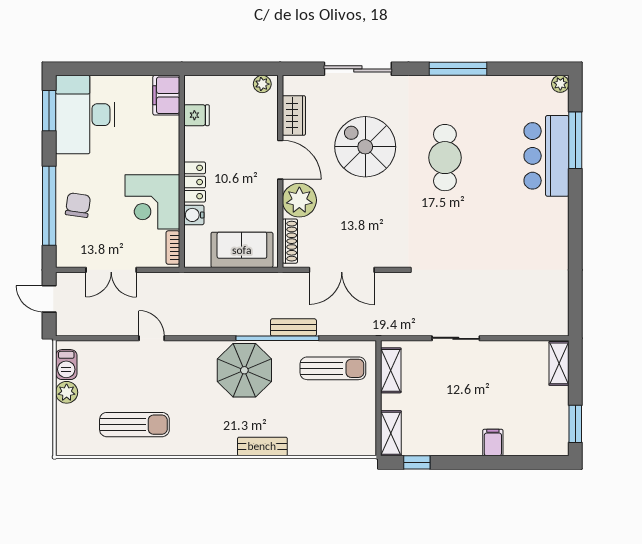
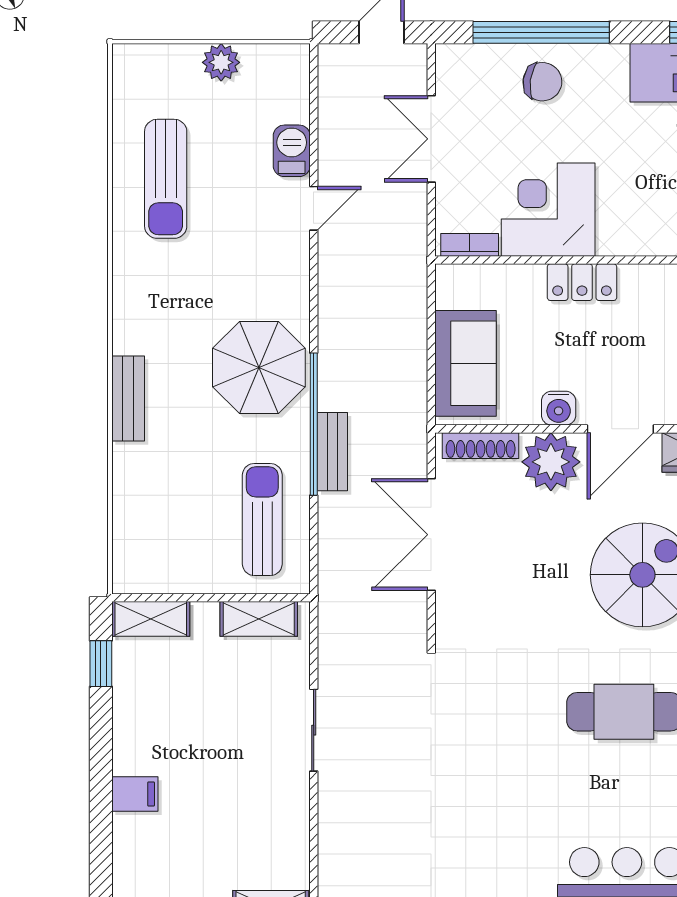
water cooler: (194, 215) -> (559, 408), moved, turned 180
barbecue: (66, 365) -> (292, 151), moved, turned 90
sun lounger: (333, 368) -> (262, 520), turned 180

